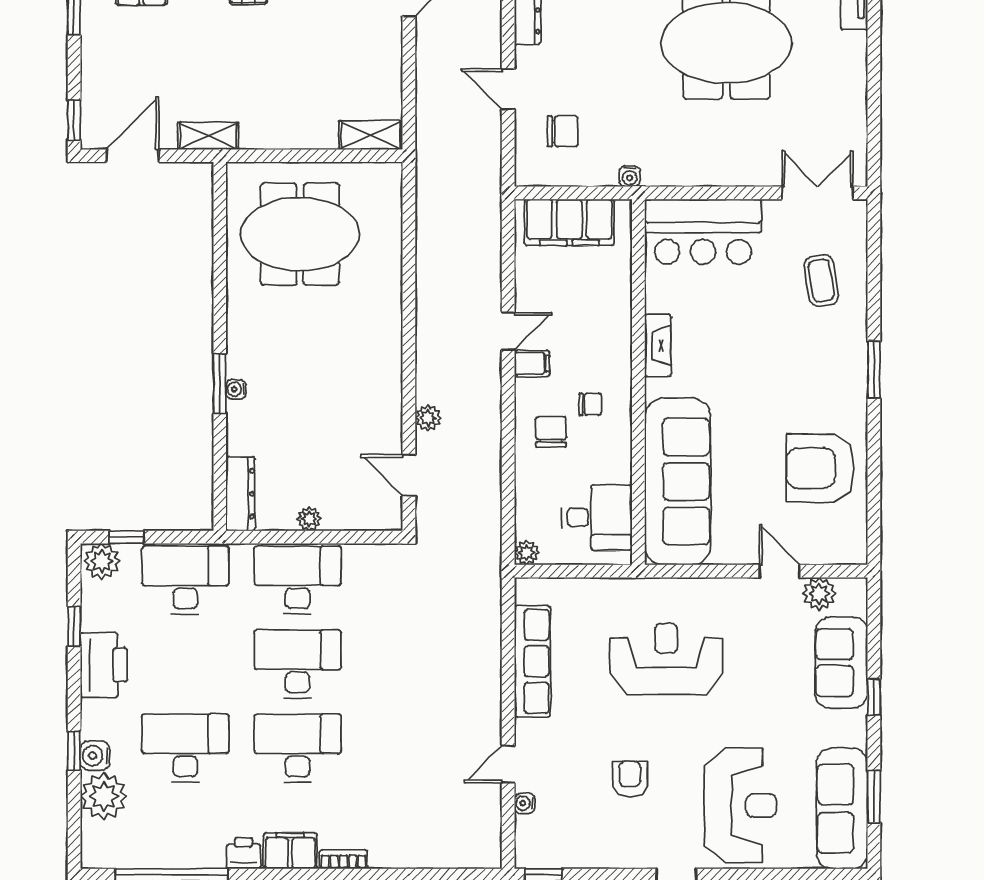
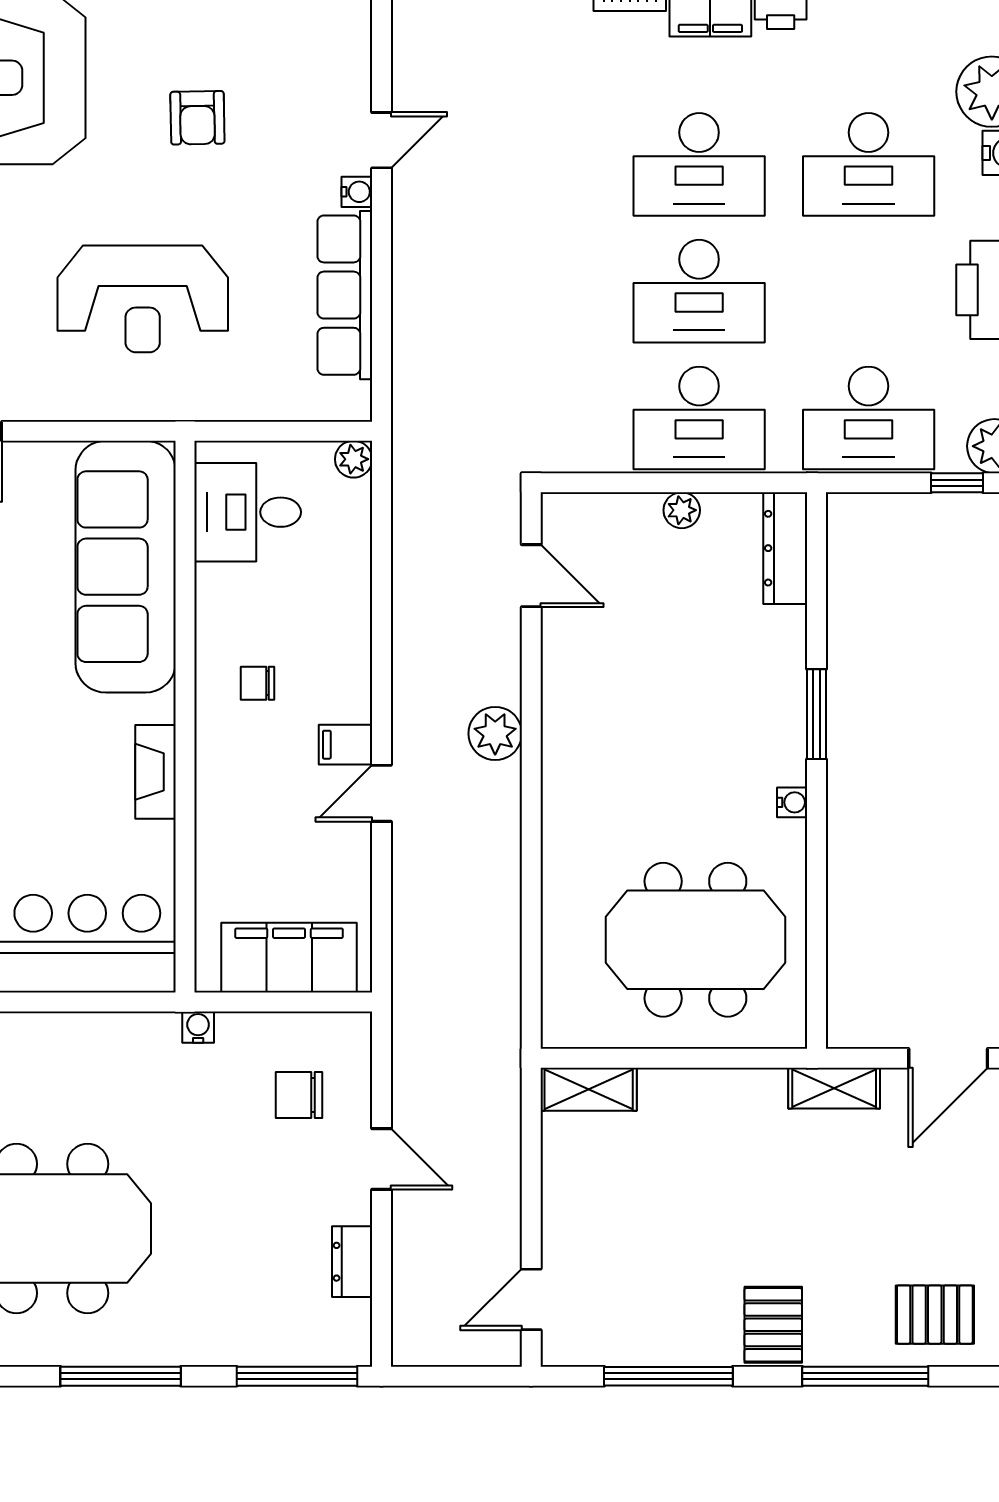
water cooler: (236, 389) -> (792, 802), moved
plant: (428, 418) -> (495, 733), moved, width x1.38, depth x1.38
chair: (551, 432) -> (317, 642), removed
water cooler: (524, 803) -> (357, 192), moved

